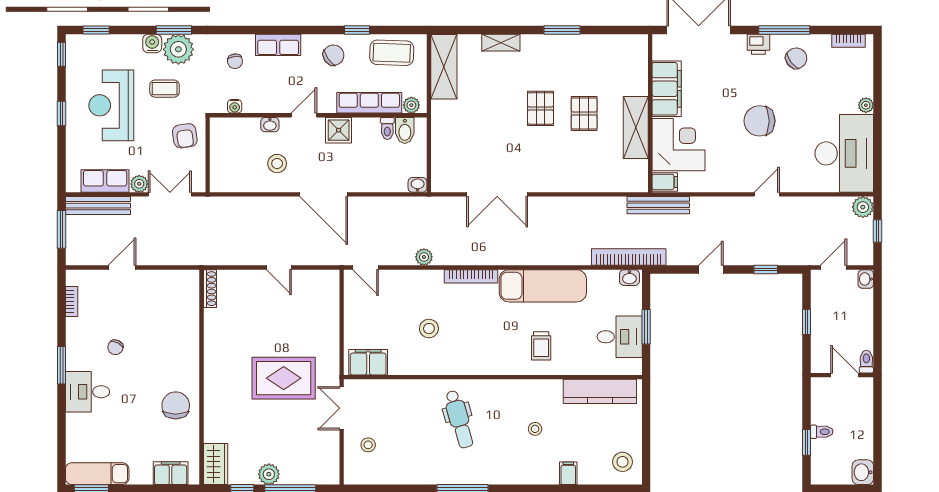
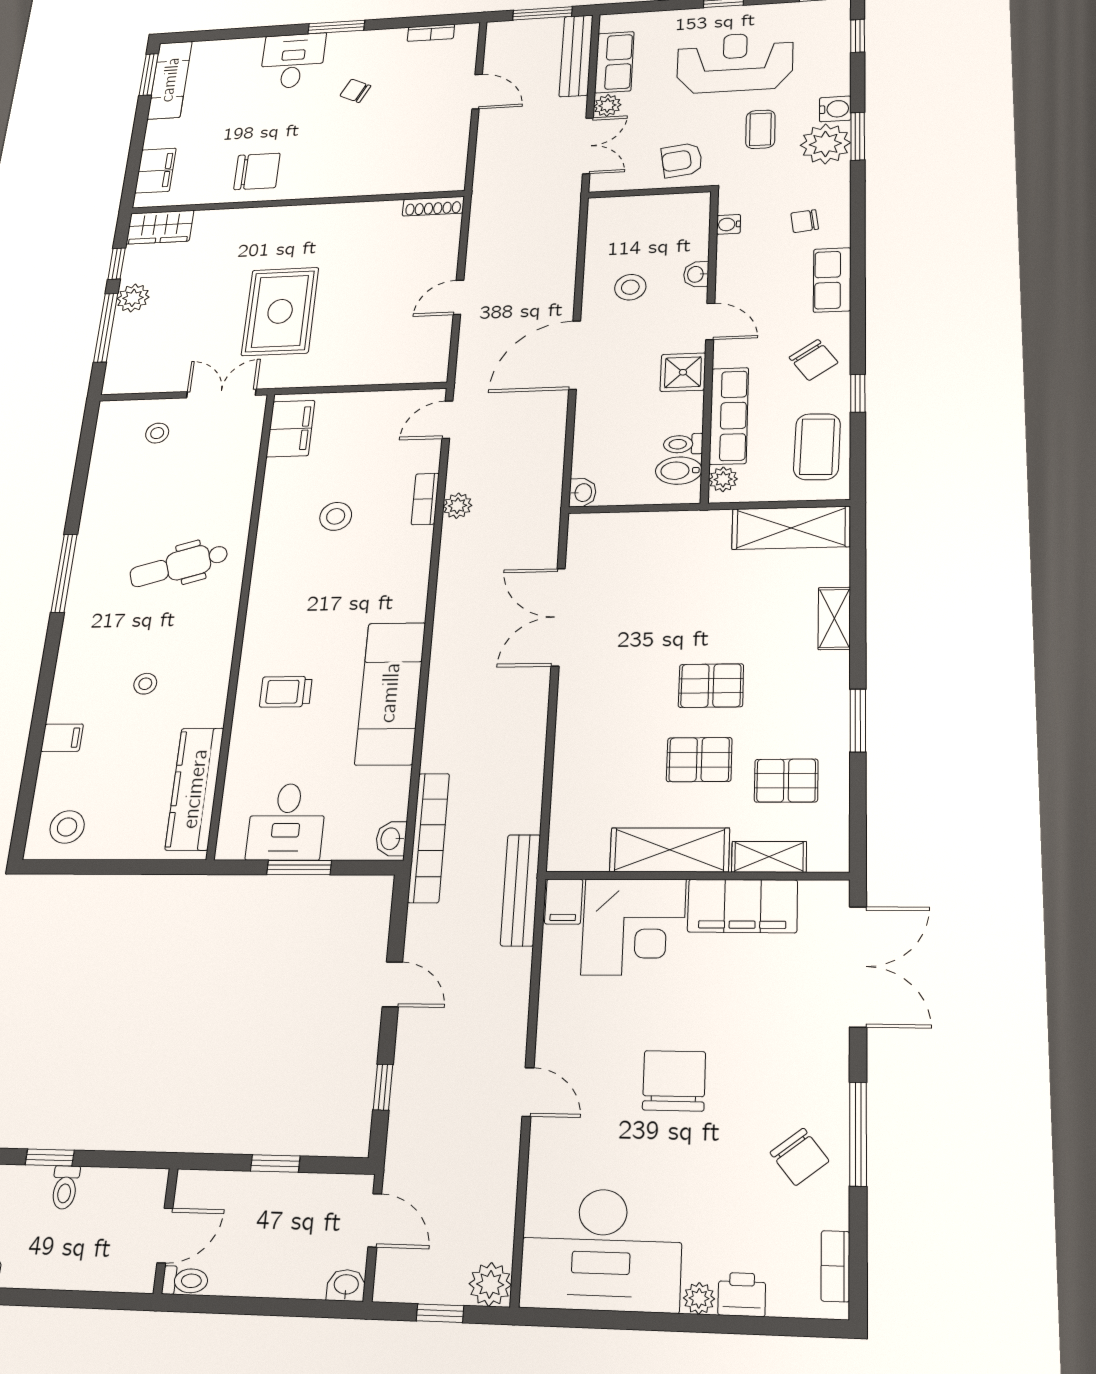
printer: (758, 44) -> (742, 1294), moved, turned 90
pallet: (597, 67) -> (786, 781), added
shelving: (639, 76) -> (769, 857), added
bookcase: (471, 276) -> (425, 499), moved, width x0.64

